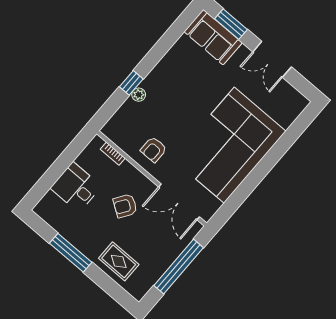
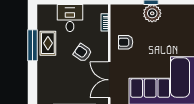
plant: (139, 95) -> (152, 13), width x1.88, depth x1.88
rug: (119, 261) -> (48, 43), moved

